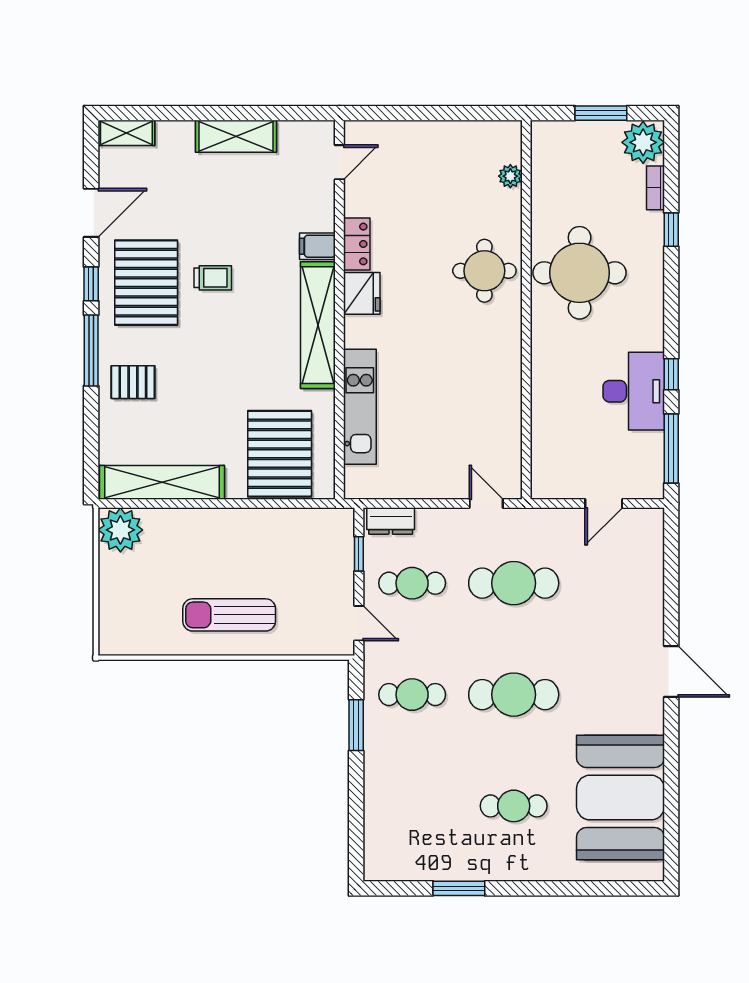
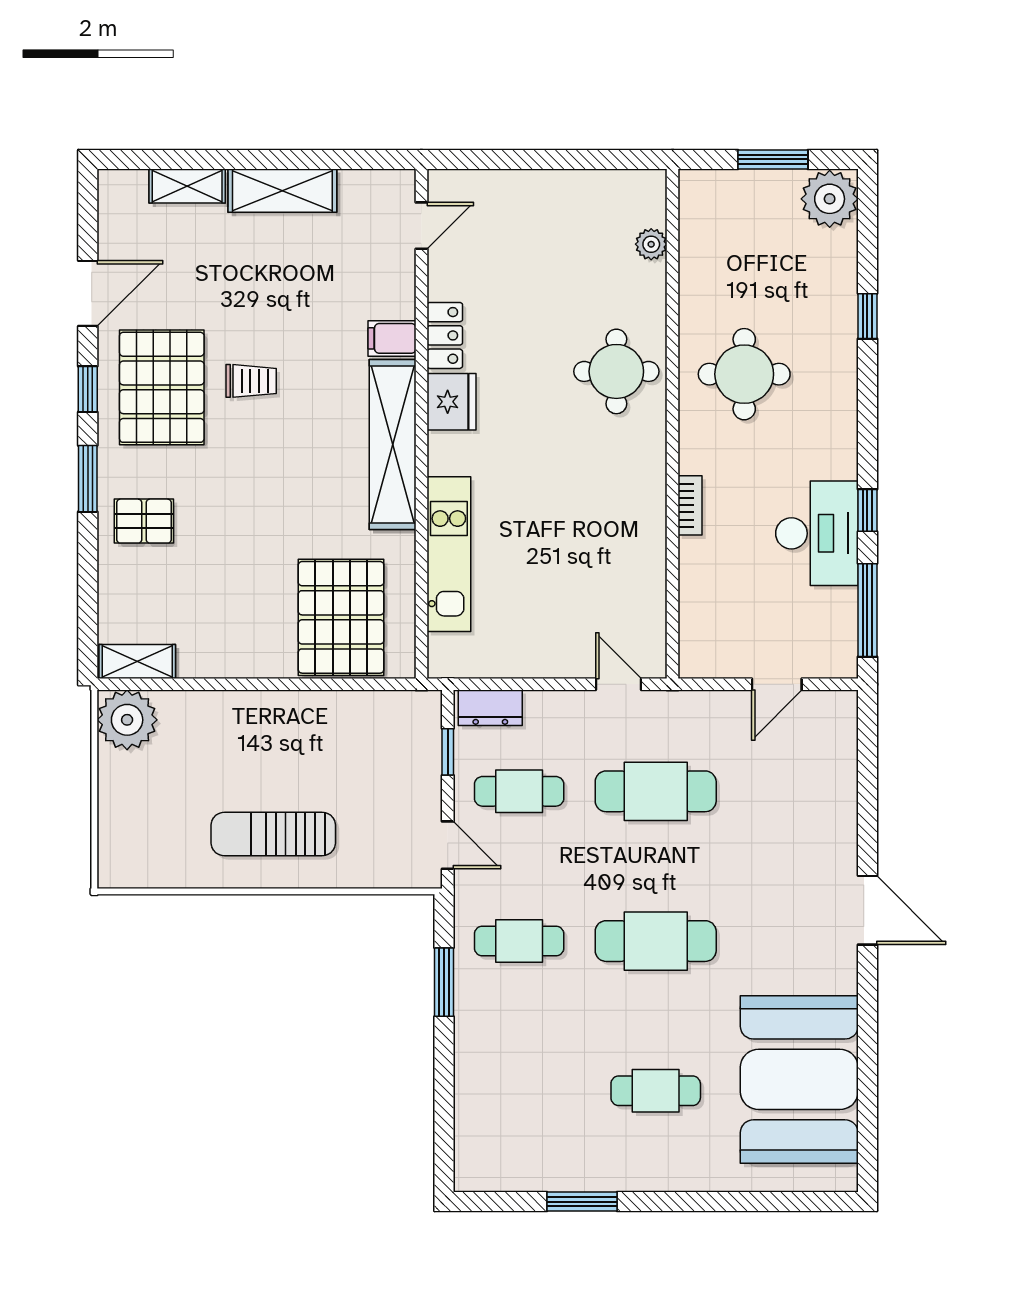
shelving: (126, 133) -> (187, 186), moved
bookcase: (655, 188) -> (690, 505), moved, turned 180
round table: (580, 273) -> (744, 374), width x0.73, depth x0.73
window: (91, 351) -> (88, 479), width x0.69
shelving: (162, 482) -> (137, 661), width x0.45, depth x0.75

